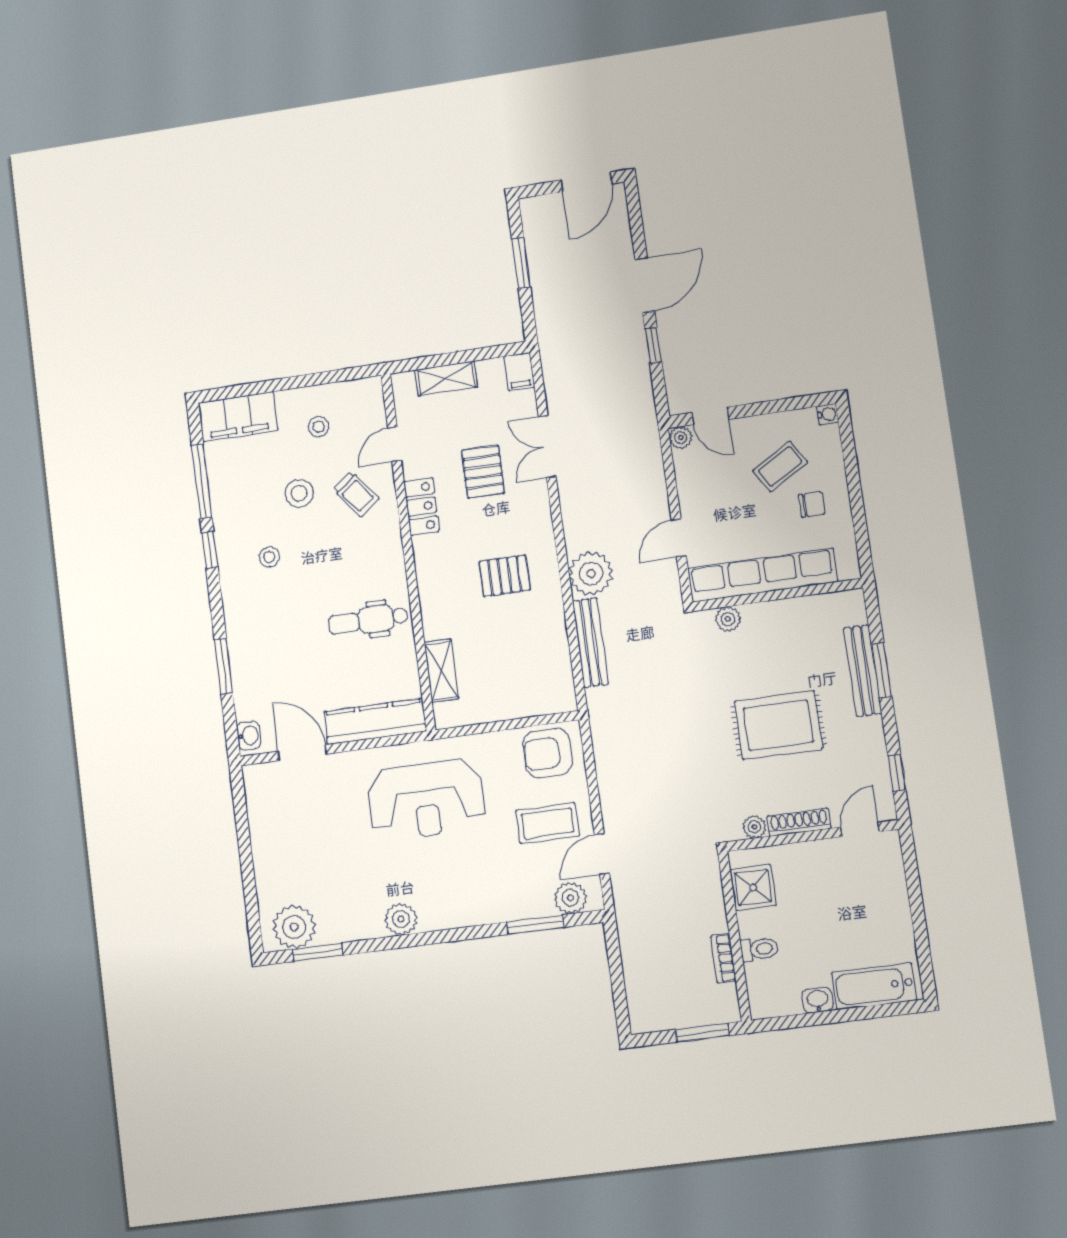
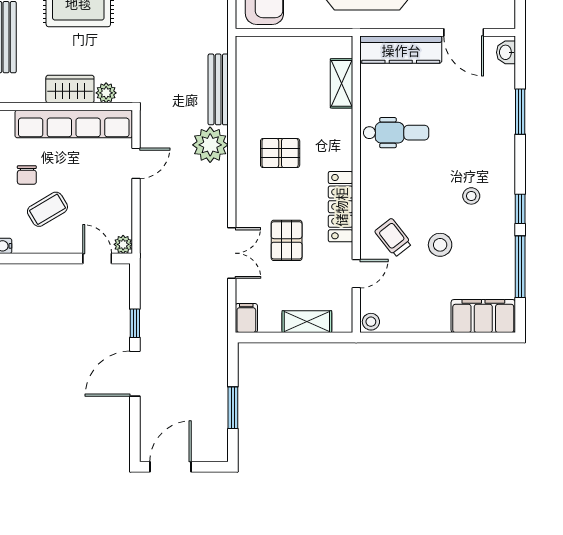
stool: (319, 427) -> (371, 322), moved
chair: (812, 505) -> (27, 175), turned -90
locker: (422, 506) -> (341, 207), width x1.53
wardrobe: (773, 617) -> (70, 89), added

